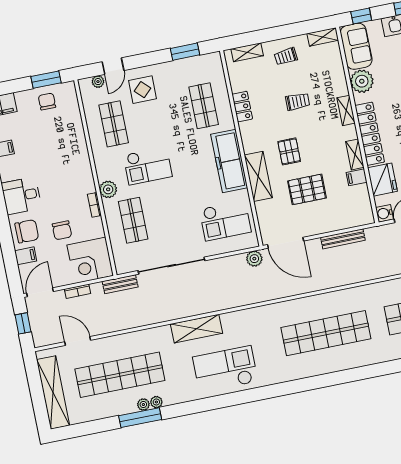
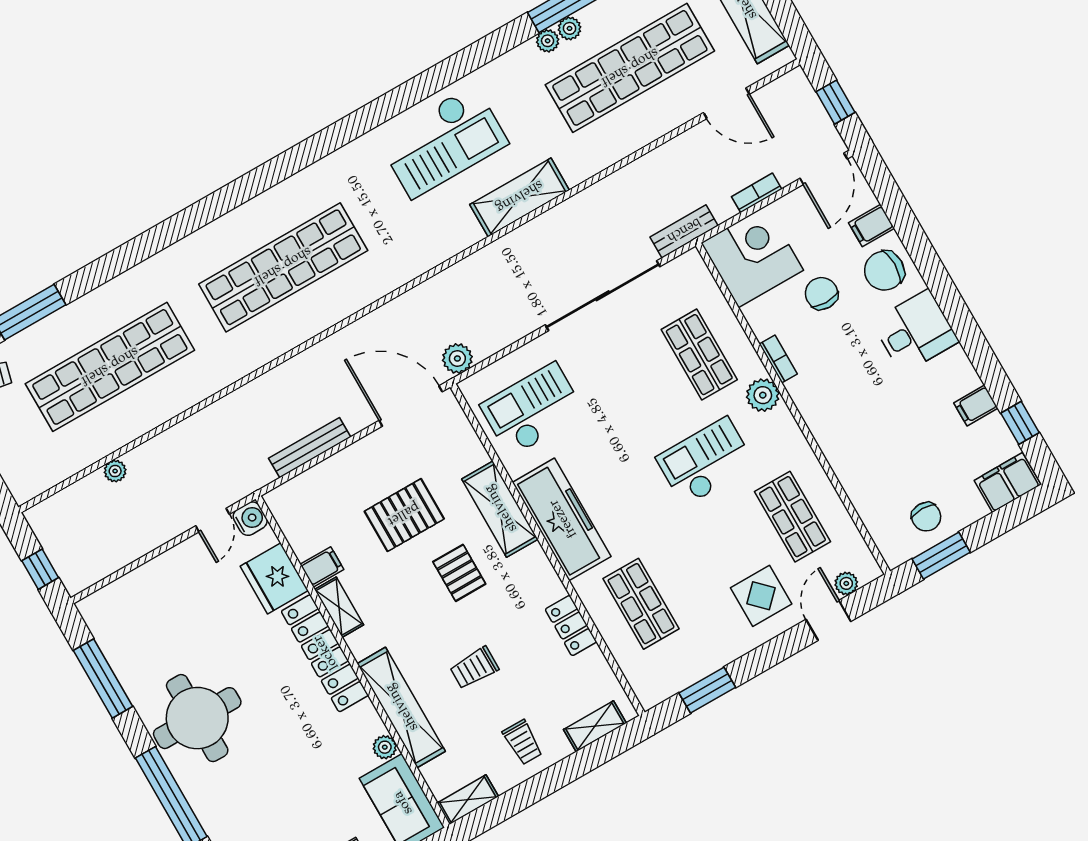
trolley: (286, 56) -> (523, 742), turned 96
plant: (362, 81) -> (385, 747), width x0.53, depth x0.53
shelving: (346, 110) -> (401, 708), width x2.20, depth x1.33

